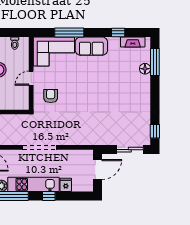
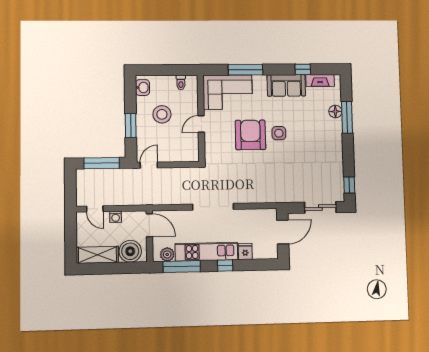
sofa: (91, 46) -> (286, 85), moved
window: (155, 62) -> (347, 117), moved
side table: (96, 87) -> (279, 133), added
armchair: (51, 96) -> (250, 135), moved, width x1.88, depth x1.88

